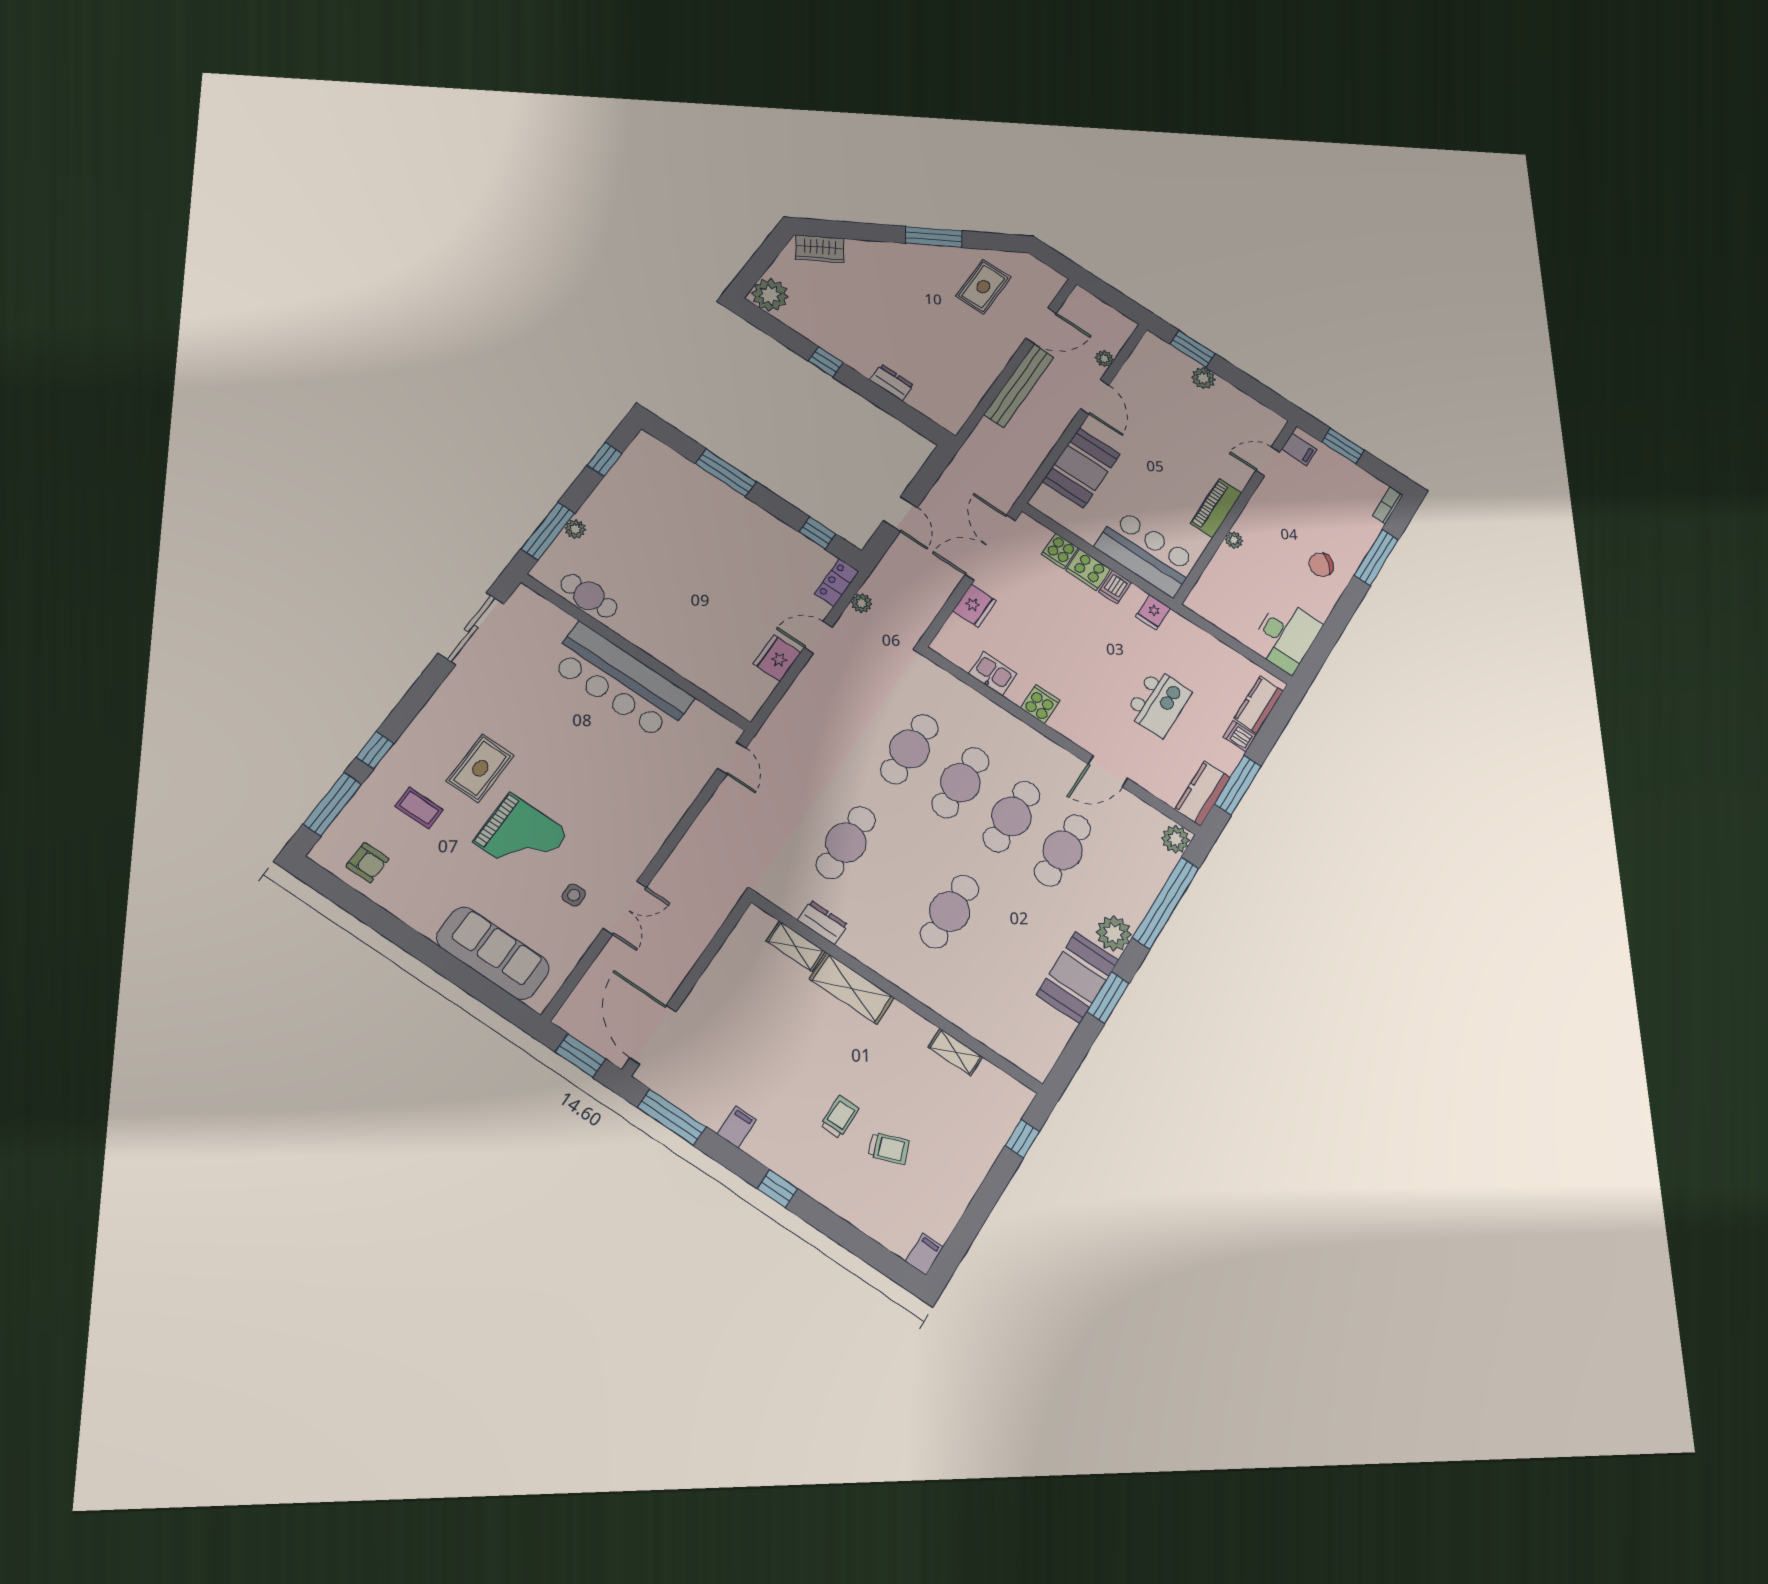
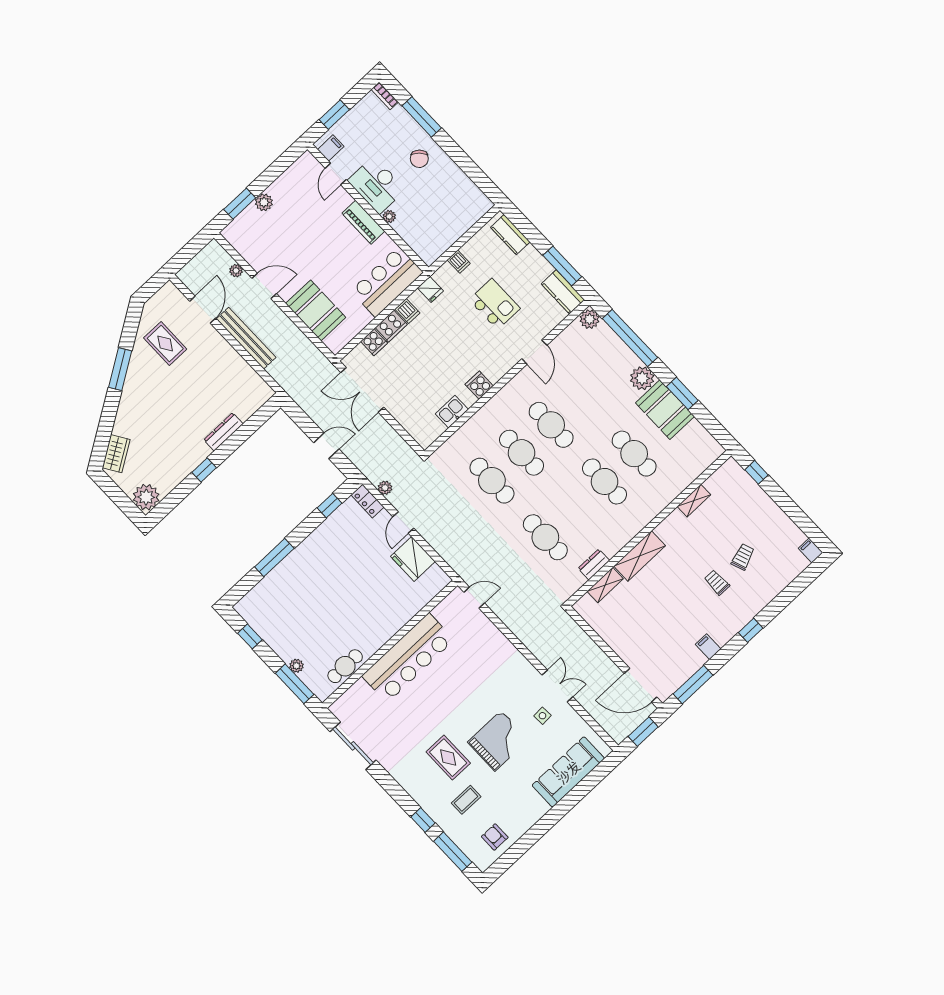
dresser: (892, 382) -> (223, 432), width x1.44
fridge: (975, 606) -> (402, 412), removed
desk: (1286, 636) -> (377, 185), moved, turned 180
fridge: (777, 658) -> (413, 559), width x1.36, depth x1.34
dishwasher: (1240, 736) -> (459, 262), moved, turned -90
cafe table: (1063, 850) -> (634, 454), moved
armchair: (367, 863) -> (495, 837), turned -90

